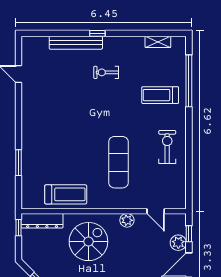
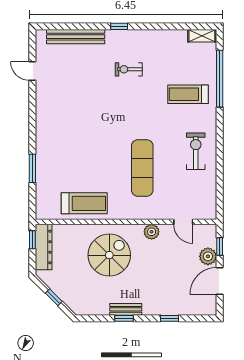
shelving: (158, 42) -> (202, 36), moved
bench: (76, 43) -> (76, 37), moved
dresser: (42, 221) -> (44, 247), moved, turned -90

